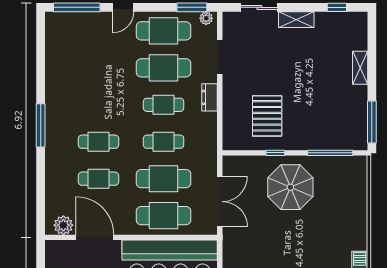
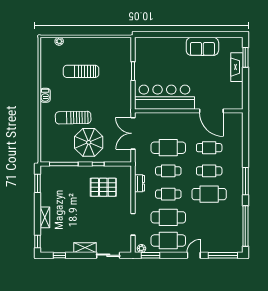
window: (372, 29) -> (38, 241), added
window: (41, 54) -> (245, 226), added
dresser: (209, 97) -> (139, 183), moved
pallet: (267, 116) -> (103, 187), turned 90
window: (372, 122) -> (38, 183), width x0.69
cafe table: (164, 216) -> (209, 194), moved
plant: (63, 225) -> (231, 119), removed
sun lounger: (315, 227) -> (73, 118), added

